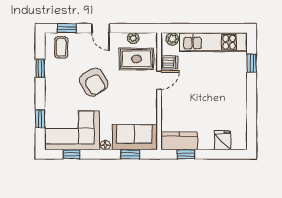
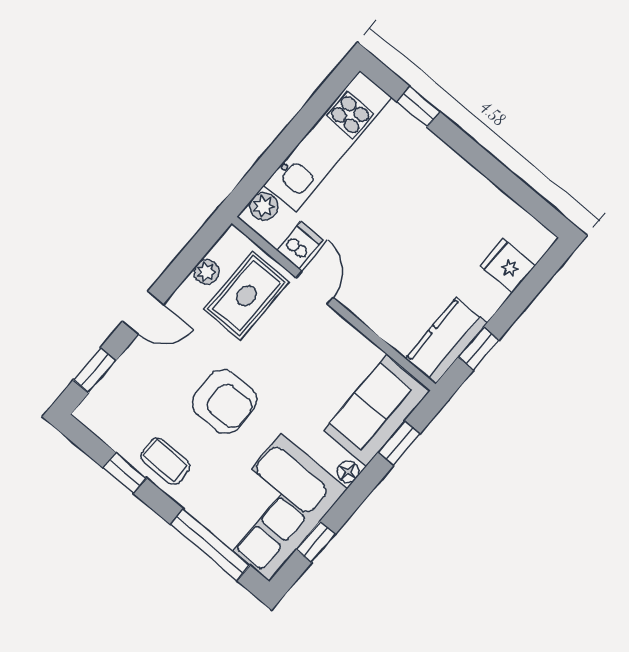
coffee table: (61, 47) -> (166, 461), moved
armchair: (94, 82) -> (224, 402), turned 31
window: (40, 119) -> (210, 545), width x2.17

